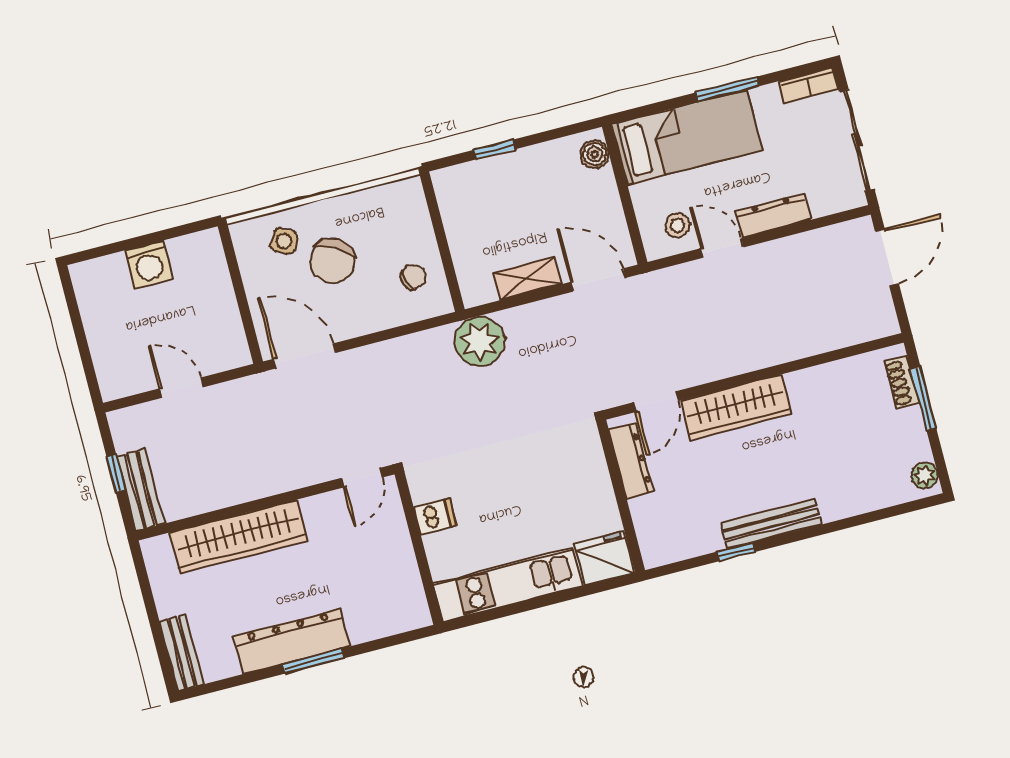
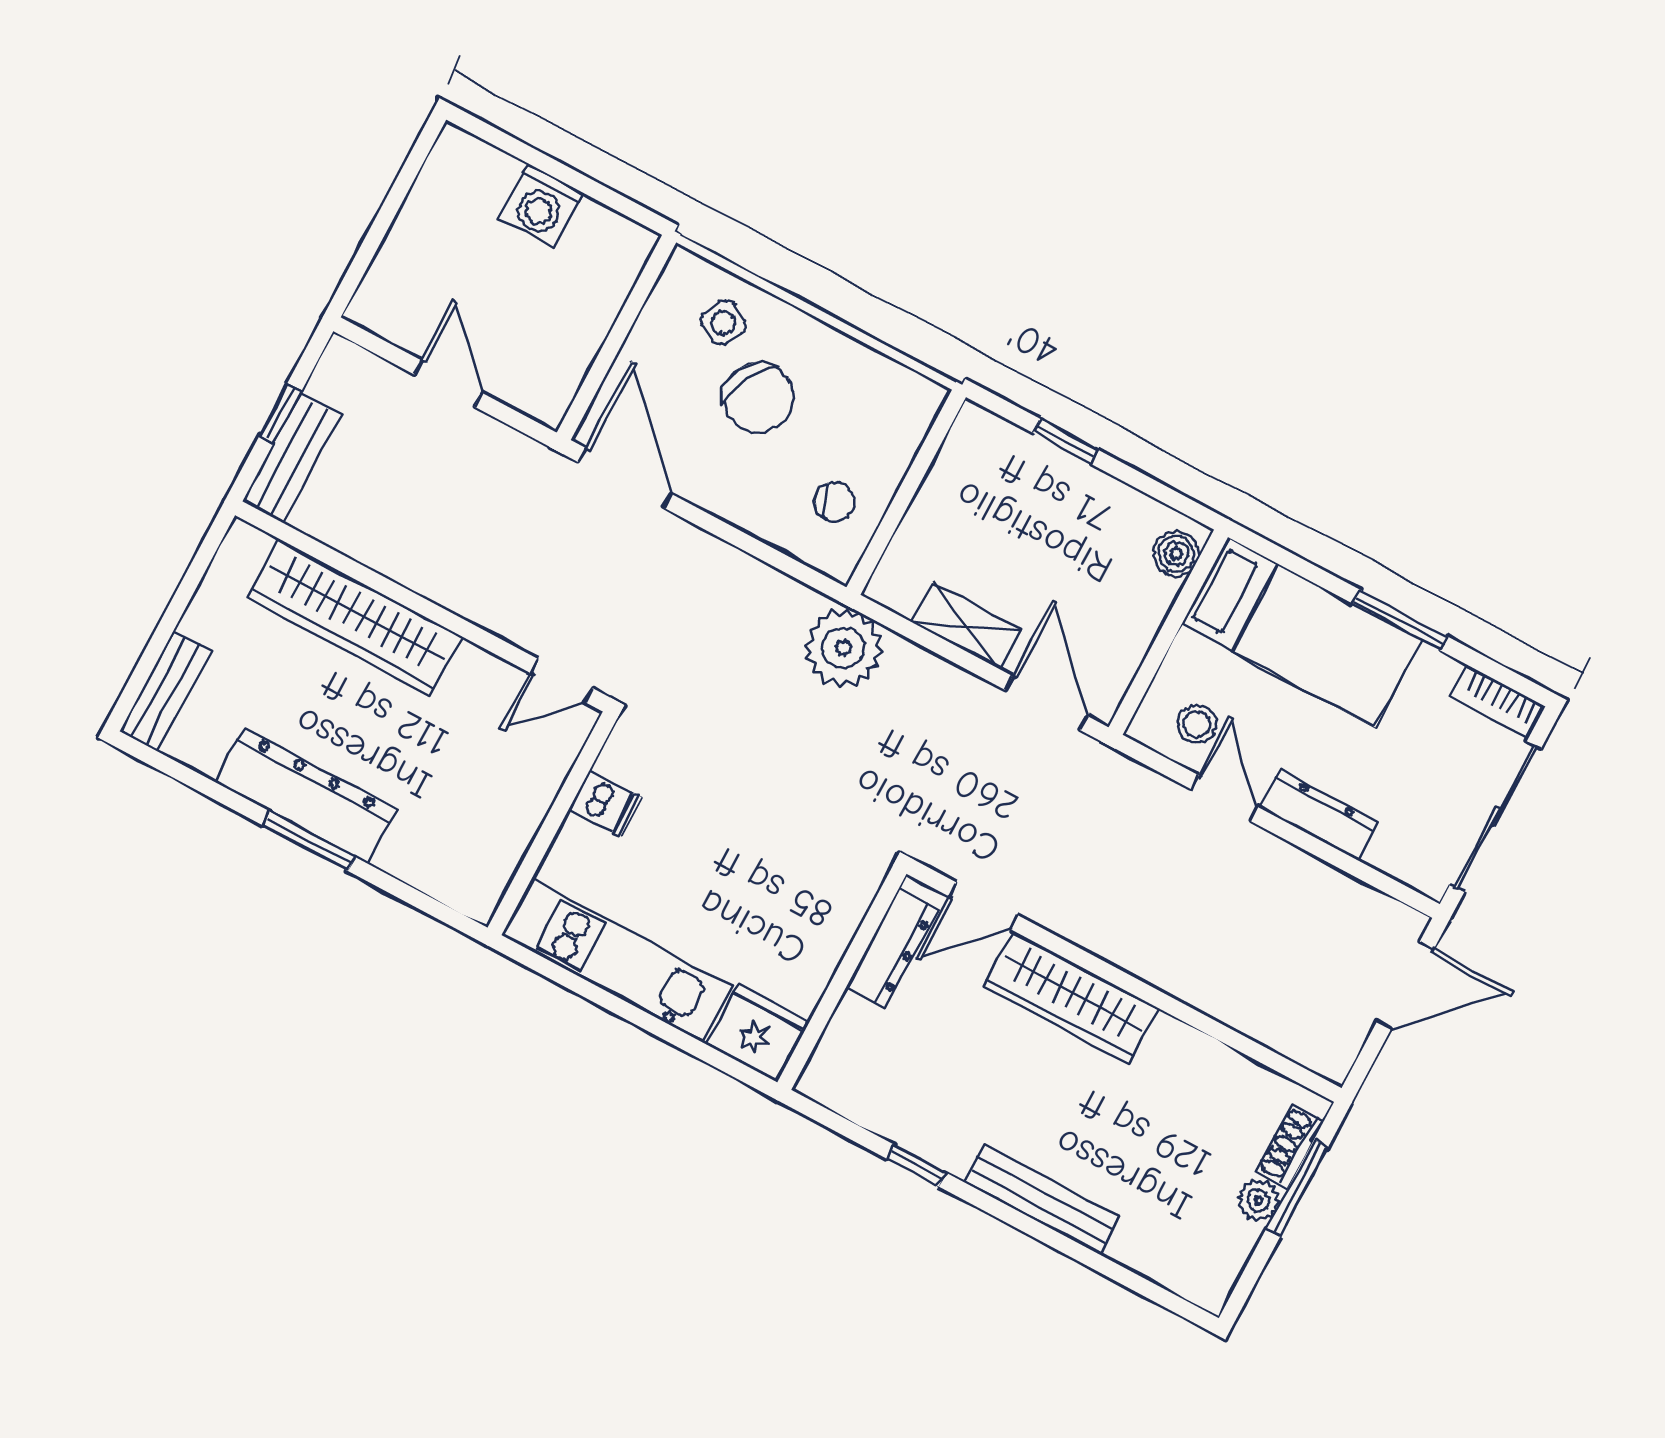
chair: (332, 261) -> (758, 398), turned -92
plant: (925, 475) -> (1259, 1200), moved
bench: (772, 523) -> (1042, 1199), moved

